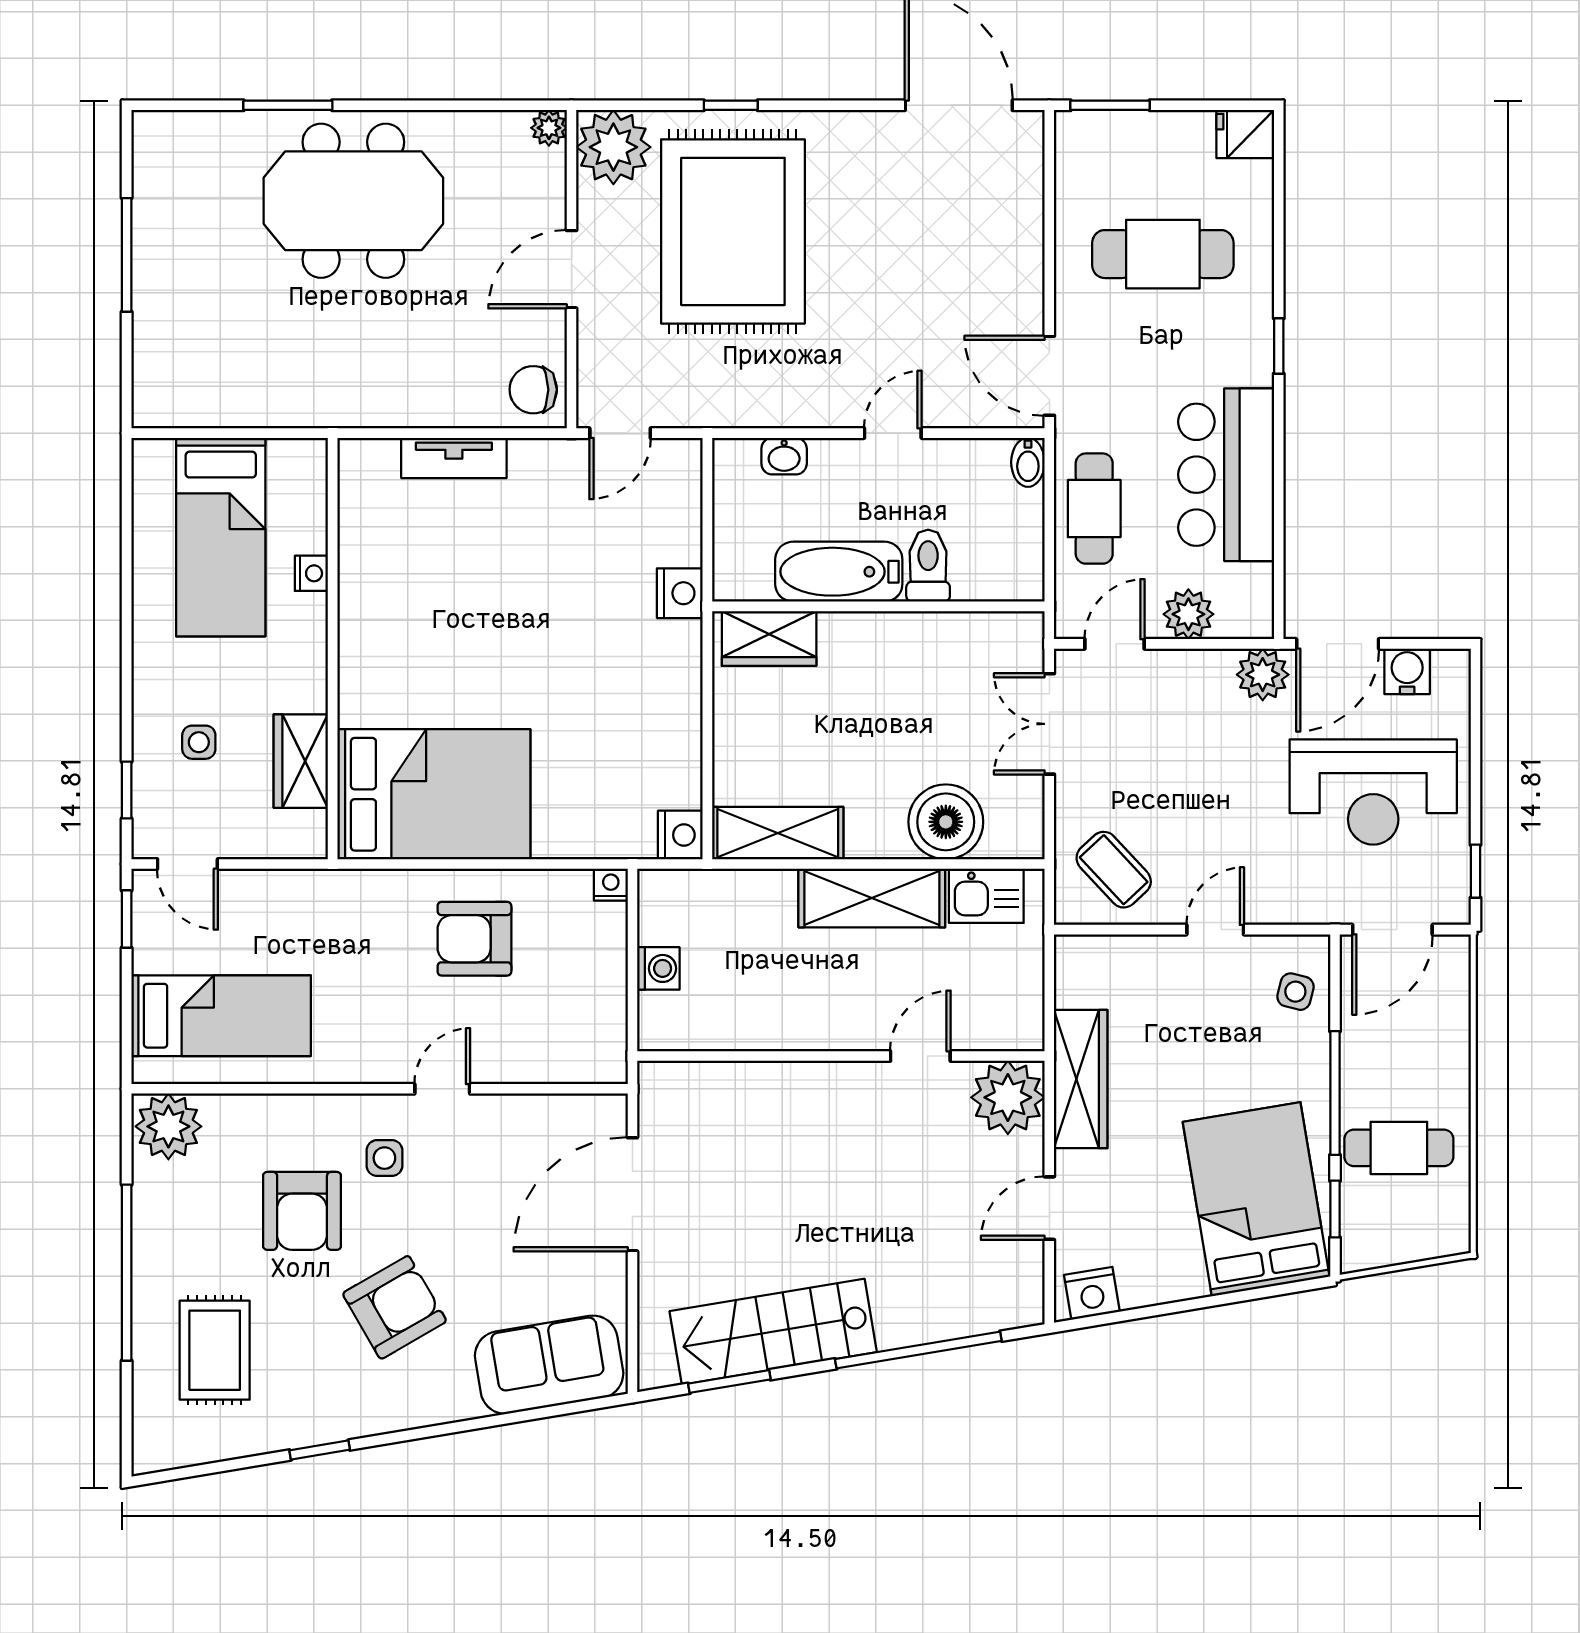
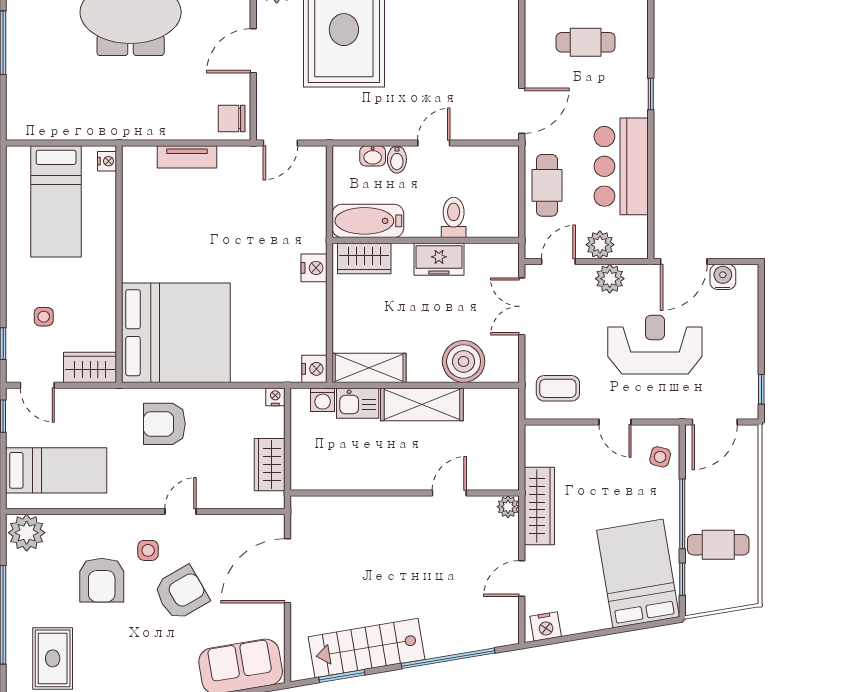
cafe table: (1163, 254) -> (586, 42), width x0.73, depth x0.74
door: (1049, 376) -> (522, 111), swing flipped
bidet: (1028, 462) -> (397, 159), moved
bathtub: (839, 572) -> (368, 221), moved
nightstand: (311, 573) -> (107, 161), moved
nightstand: (680, 593) -> (314, 268), moved
freezer: (902, 640) -> (439, 259), added
plant: (1263, 675) -> (610, 279), moved
wardrobe: (301, 761) -> (90, 367), moved, turned 90
reception desk: (1373, 792) -> (655, 345), moved, turned 180
bed: (434, 794) -> (176, 333), width x1.36
coffee table: (1114, 870) -> (558, 388), turned -47
kitchen sink: (986, 896) -> (358, 403), moved
door: (1215, 930) -> (615, 422), swing flipped
armchair: (474, 939) -> (164, 424), moved
washing machine: (658, 968) -> (323, 400), moved, turned 90
wardrobe: (601, 1005) -> (270, 465), added
plant: (1008, 1097) -> (508, 507), width x0.53, depth x0.53
armchair: (395, 1307) -> (181, 593), moved

